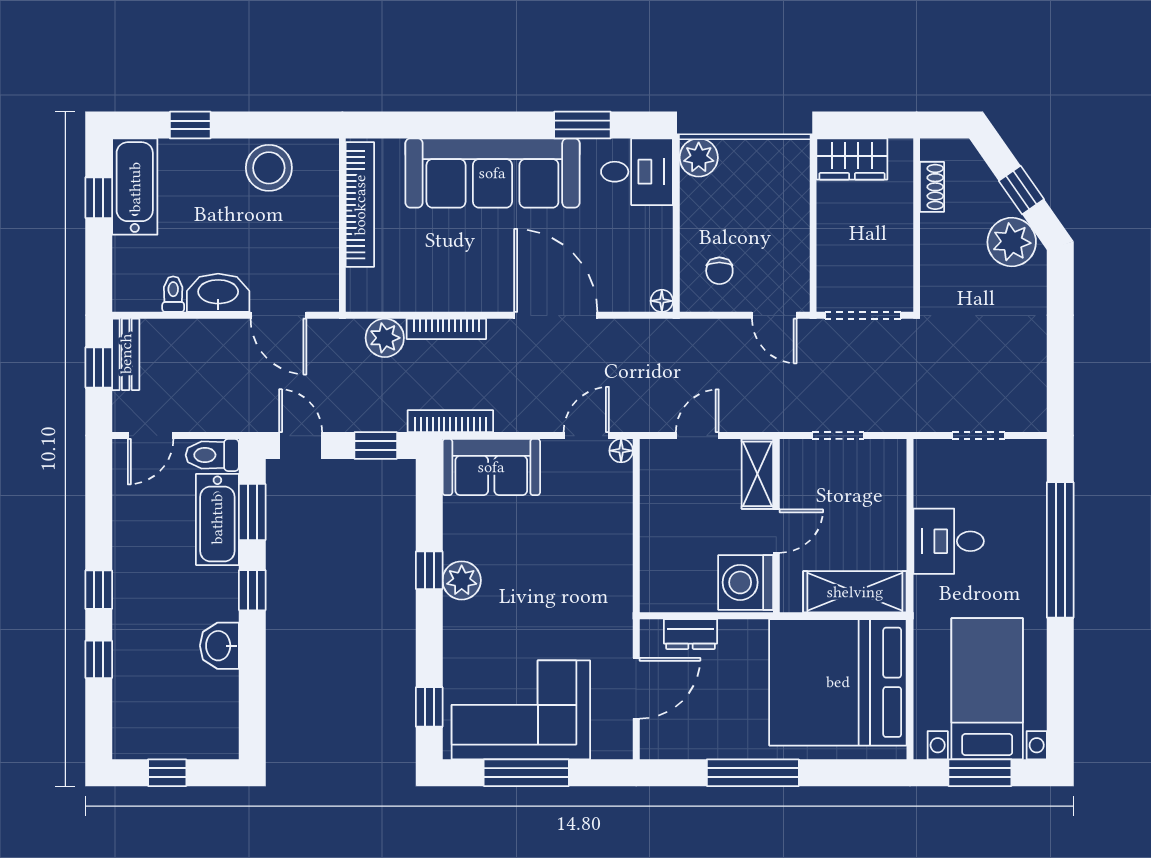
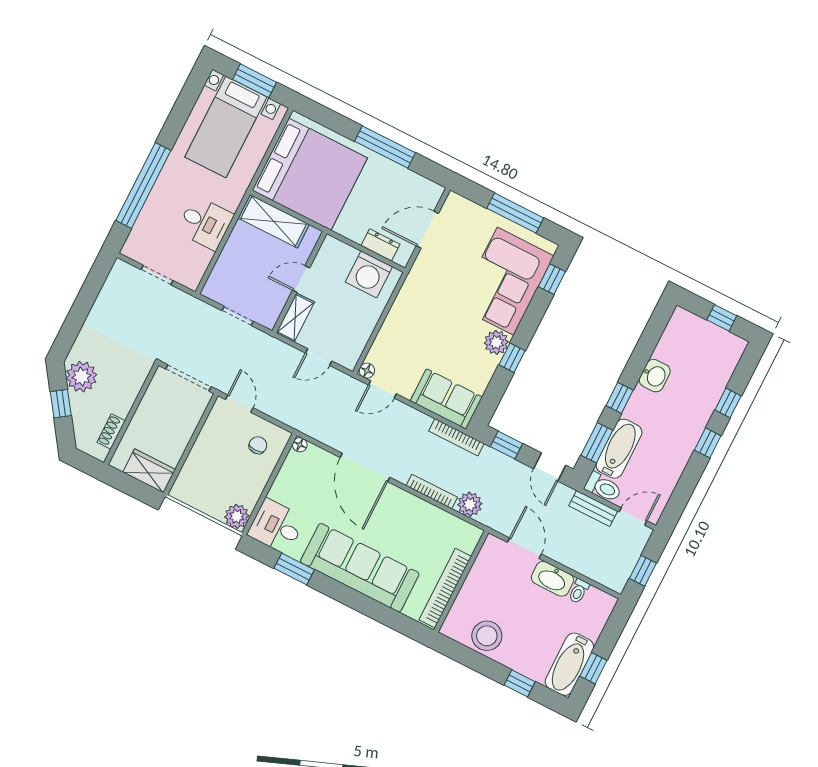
bench: (126, 354) -> (593, 509), moved, turned 90
washing machine: (746, 582) -> (369, 274), moved, turned 90
corner sofa: (521, 710) -> (505, 281), moved, turned 90

